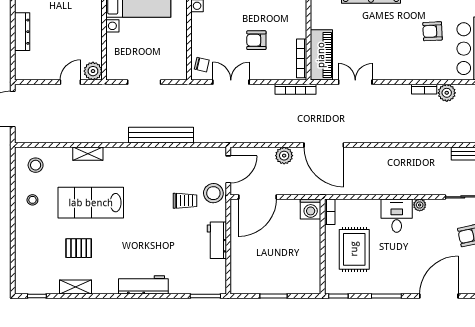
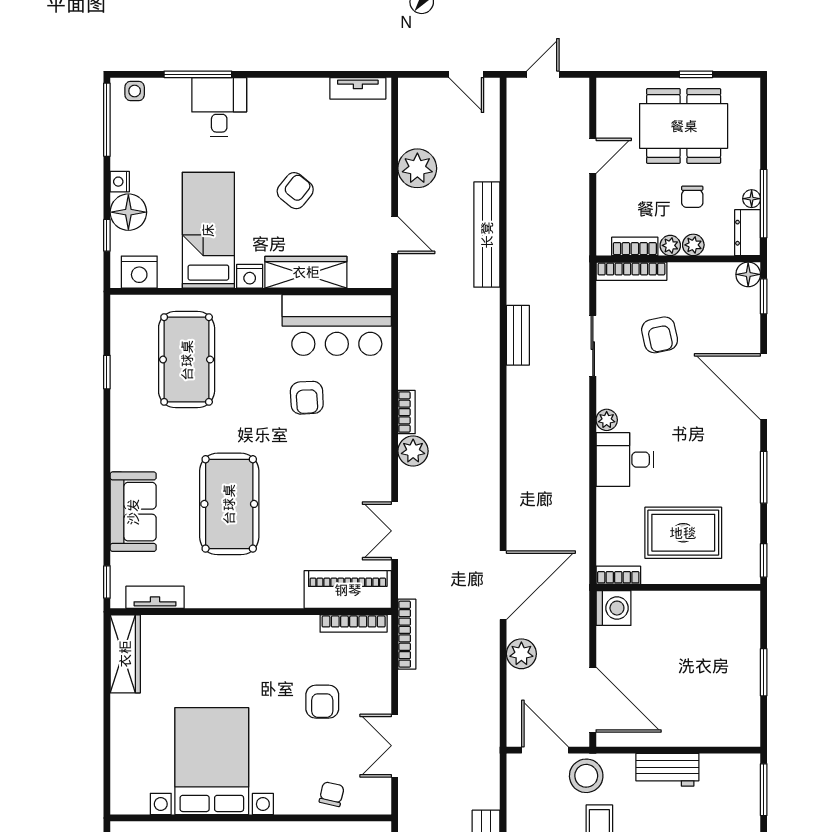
chair: (202, 65) -> (332, 794), moved
plant: (447, 93) -> (413, 451), moved

